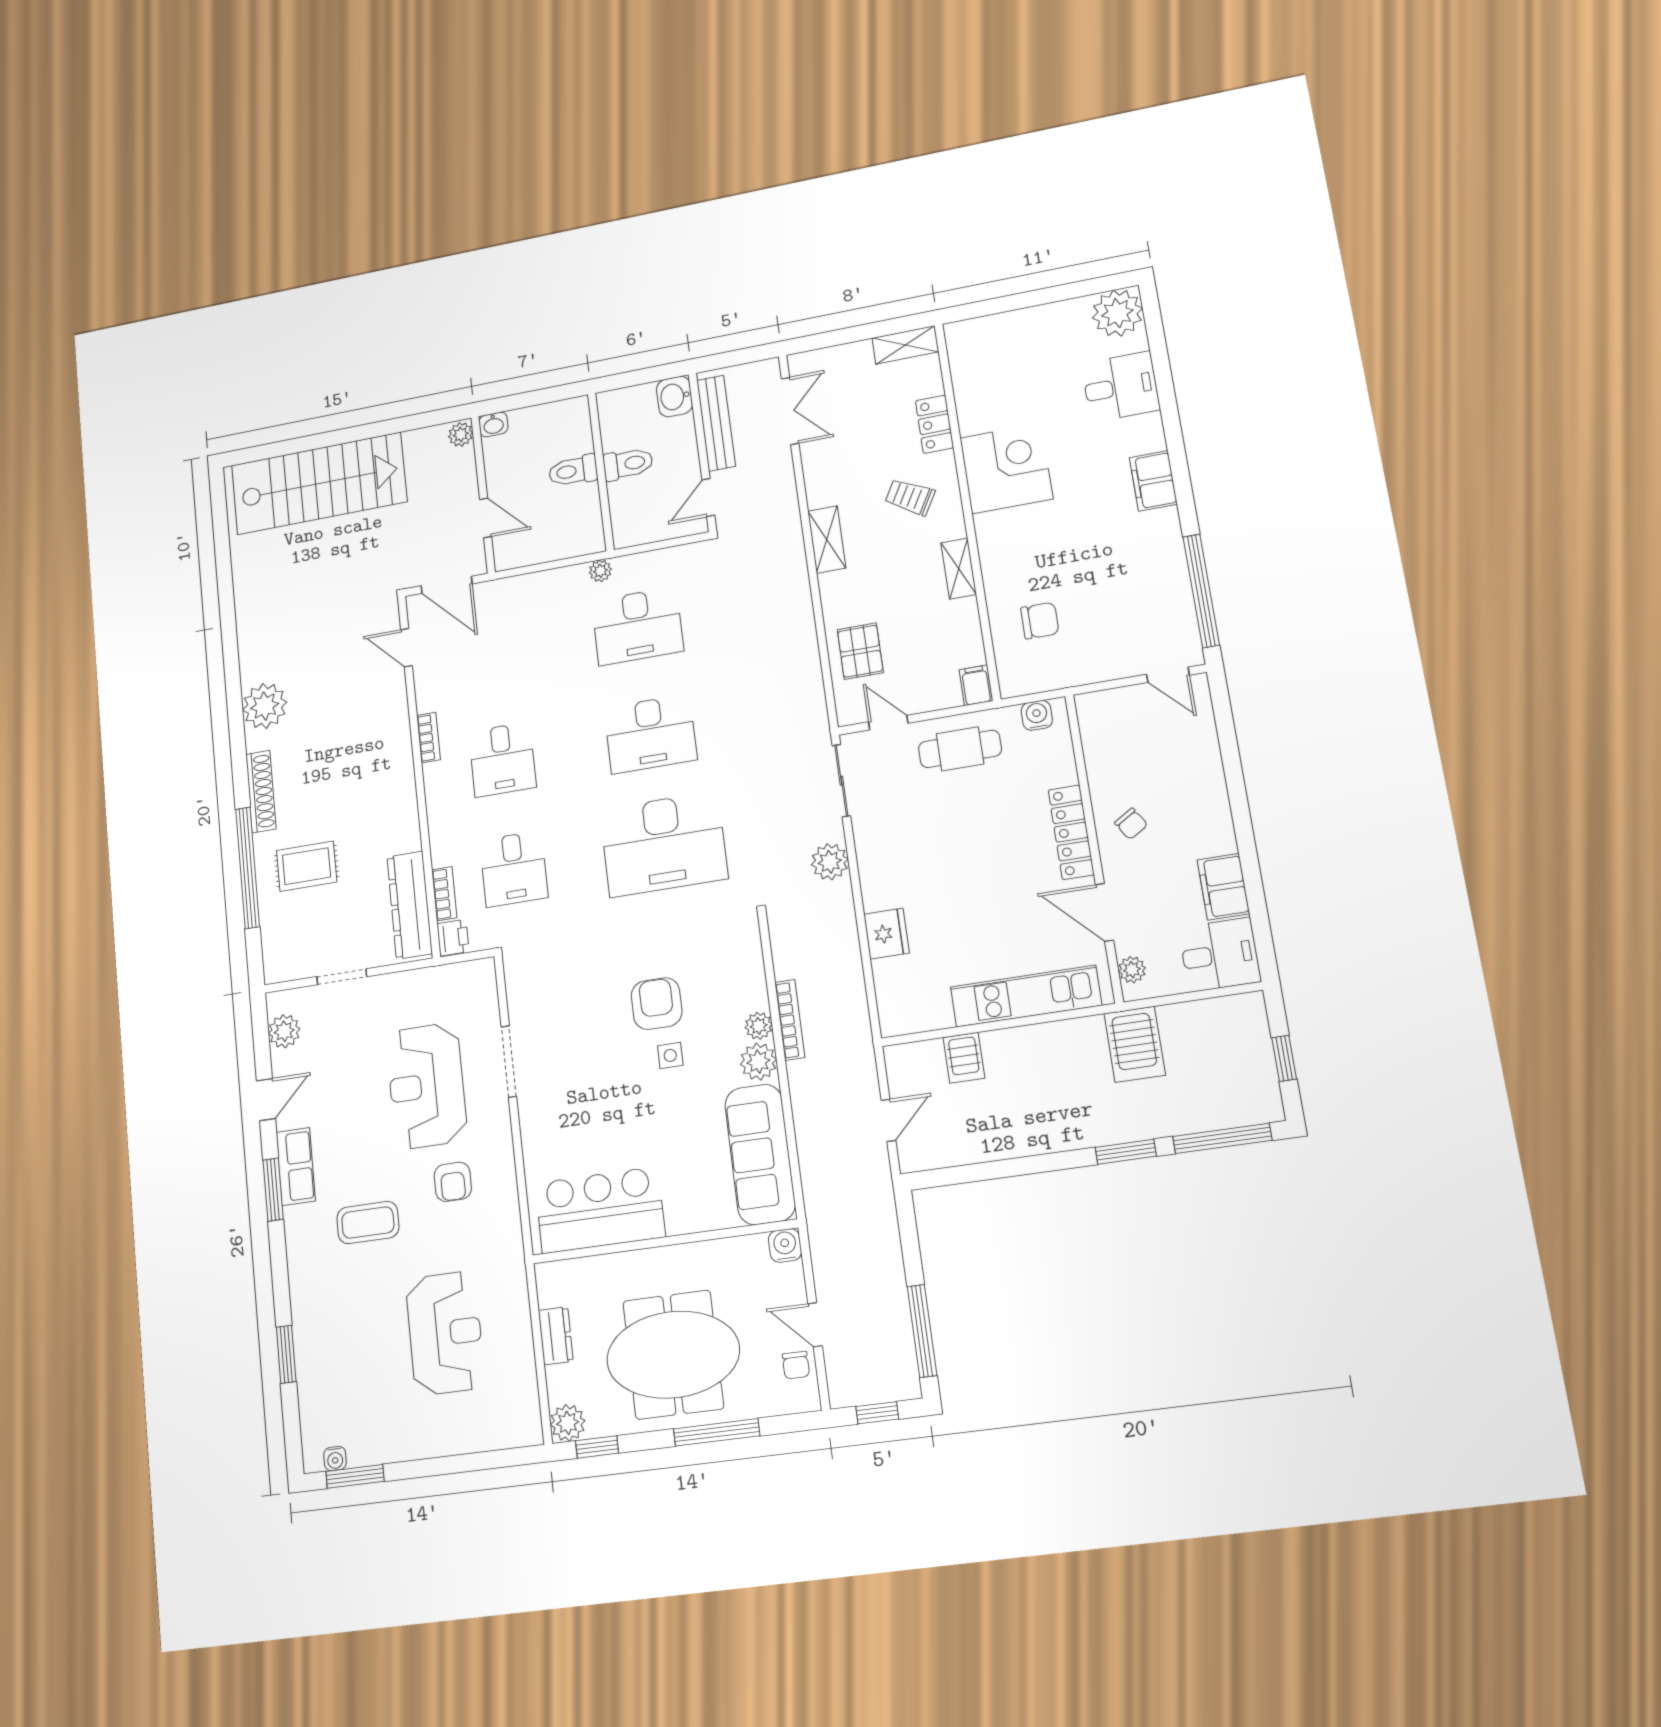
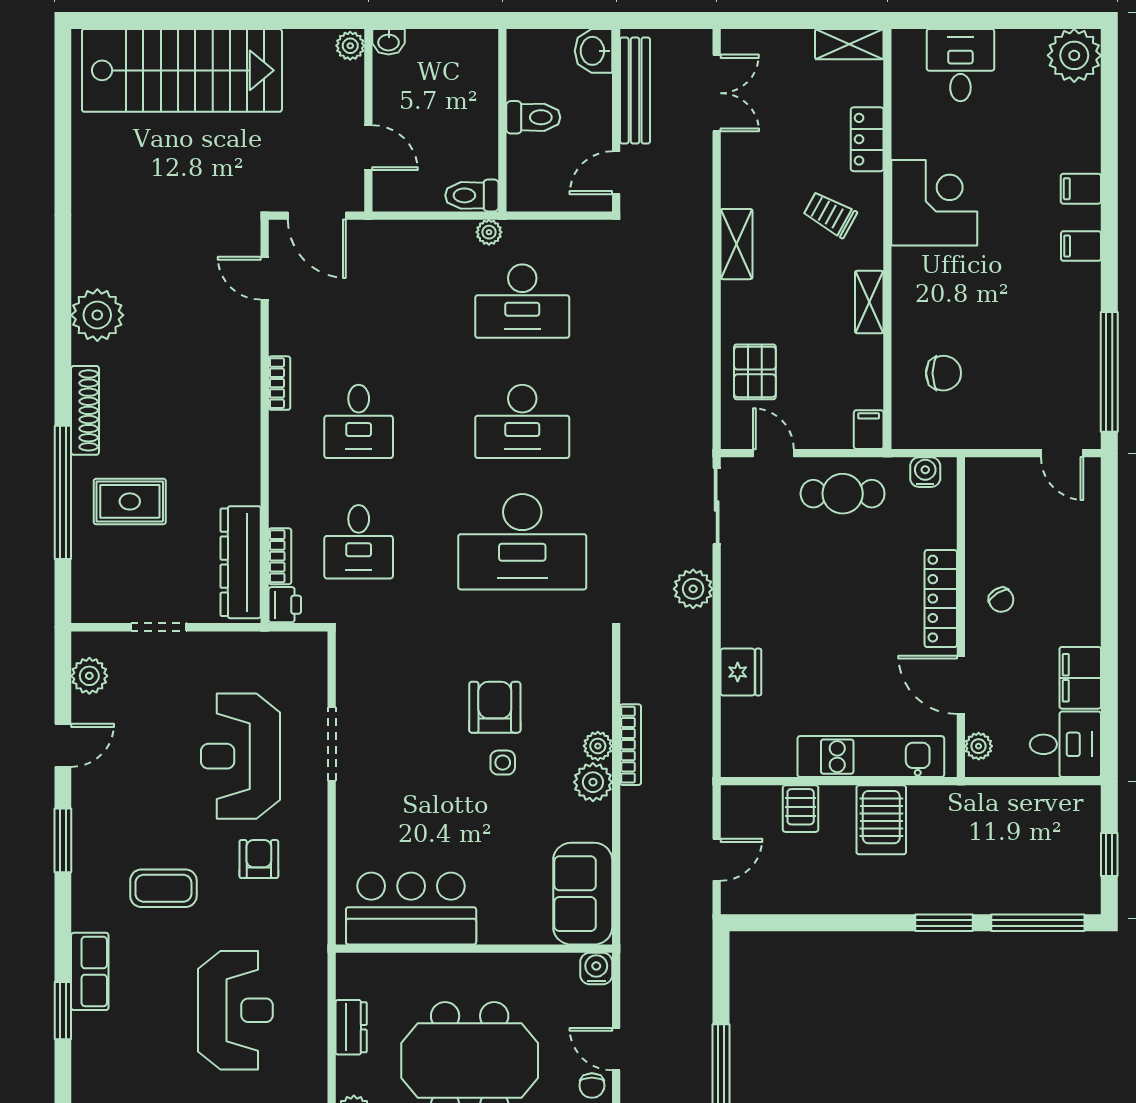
desk: (1121, 387) -> (960, 65), moved, turned -90
filing cabinet: (1144, 429) -> (1081, 189), added
toilet: (573, 471) -> (472, 195), moved
filing cabinet: (1153, 481) -> (1081, 246), width x0.50
server rack: (1135, 1044) -> (881, 820), moved
sofa: (760, 1154) -> (583, 894), width x0.73
row of seats: (296, 1167) -> (90, 971), moved
armchair: (453, 1182) -> (259, 859), turned 180

